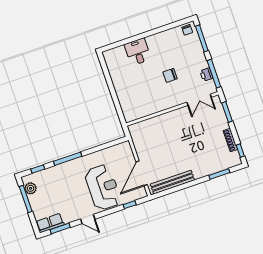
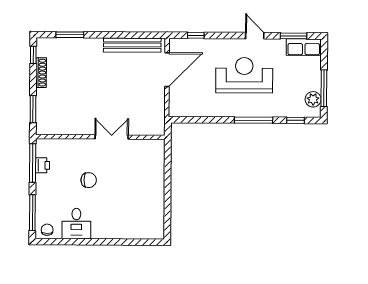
desk: (138, 52) -> (76, 224), moved
double door: (199, 100) -> (112, 137), moved
reception desk: (103, 187) -> (244, 75), moved, turned 90

